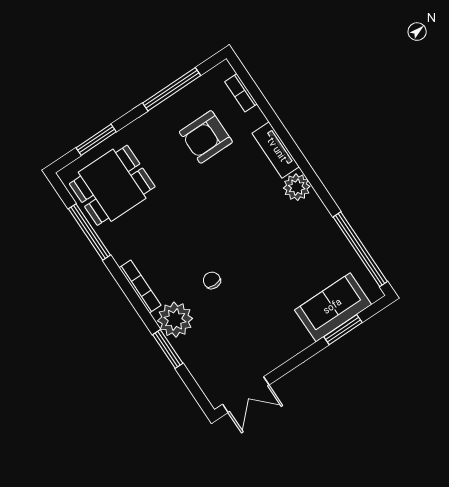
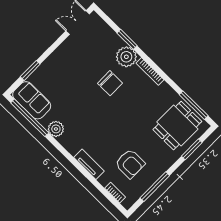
armchair: (206, 137) -> (130, 164), turned 90
plant: (297, 187) -> (56, 129), moved
window: (89, 232) -> (194, 105), moved
chair: (212, 280) -> (110, 83), width x1.87, depth x1.87
sofa: (333, 307) -> (32, 100), moved, turned -90

